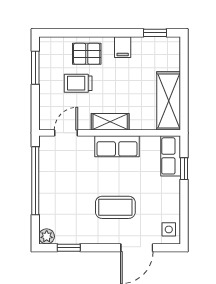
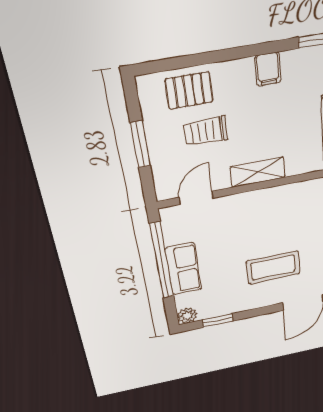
pallet: (87, 54) -> (189, 90), moved
window: (35, 68) -> (140, 144), moved
row of seats: (117, 146) -> (183, 269), moved, turned -90

